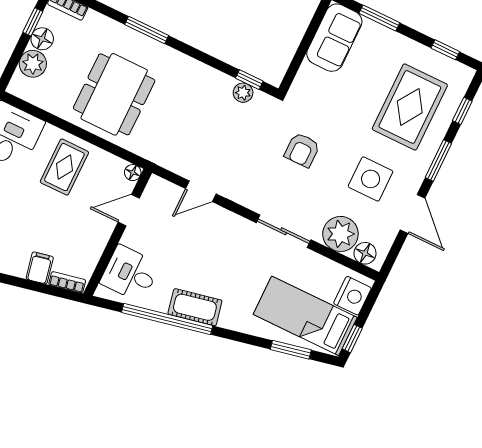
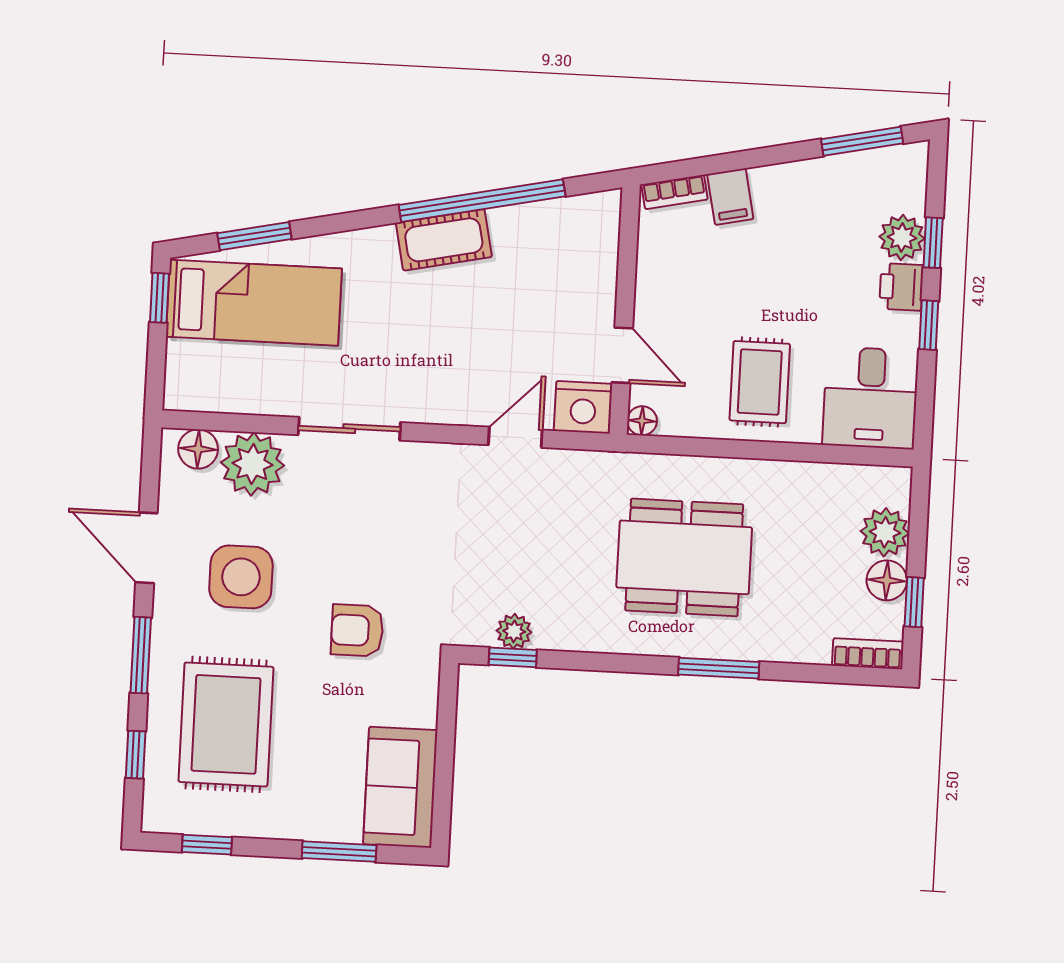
dining table: (114, 94) -> (684, 557), moved, turned 90
armchair: (302, 150) -> (357, 630), moved, turned -90
door: (129, 210) -> (622, 355), hinge flipped
desk: (130, 274) -> (576, 250), removed
nightstand: (352, 296) -> (583, 407), moved, turned -90

